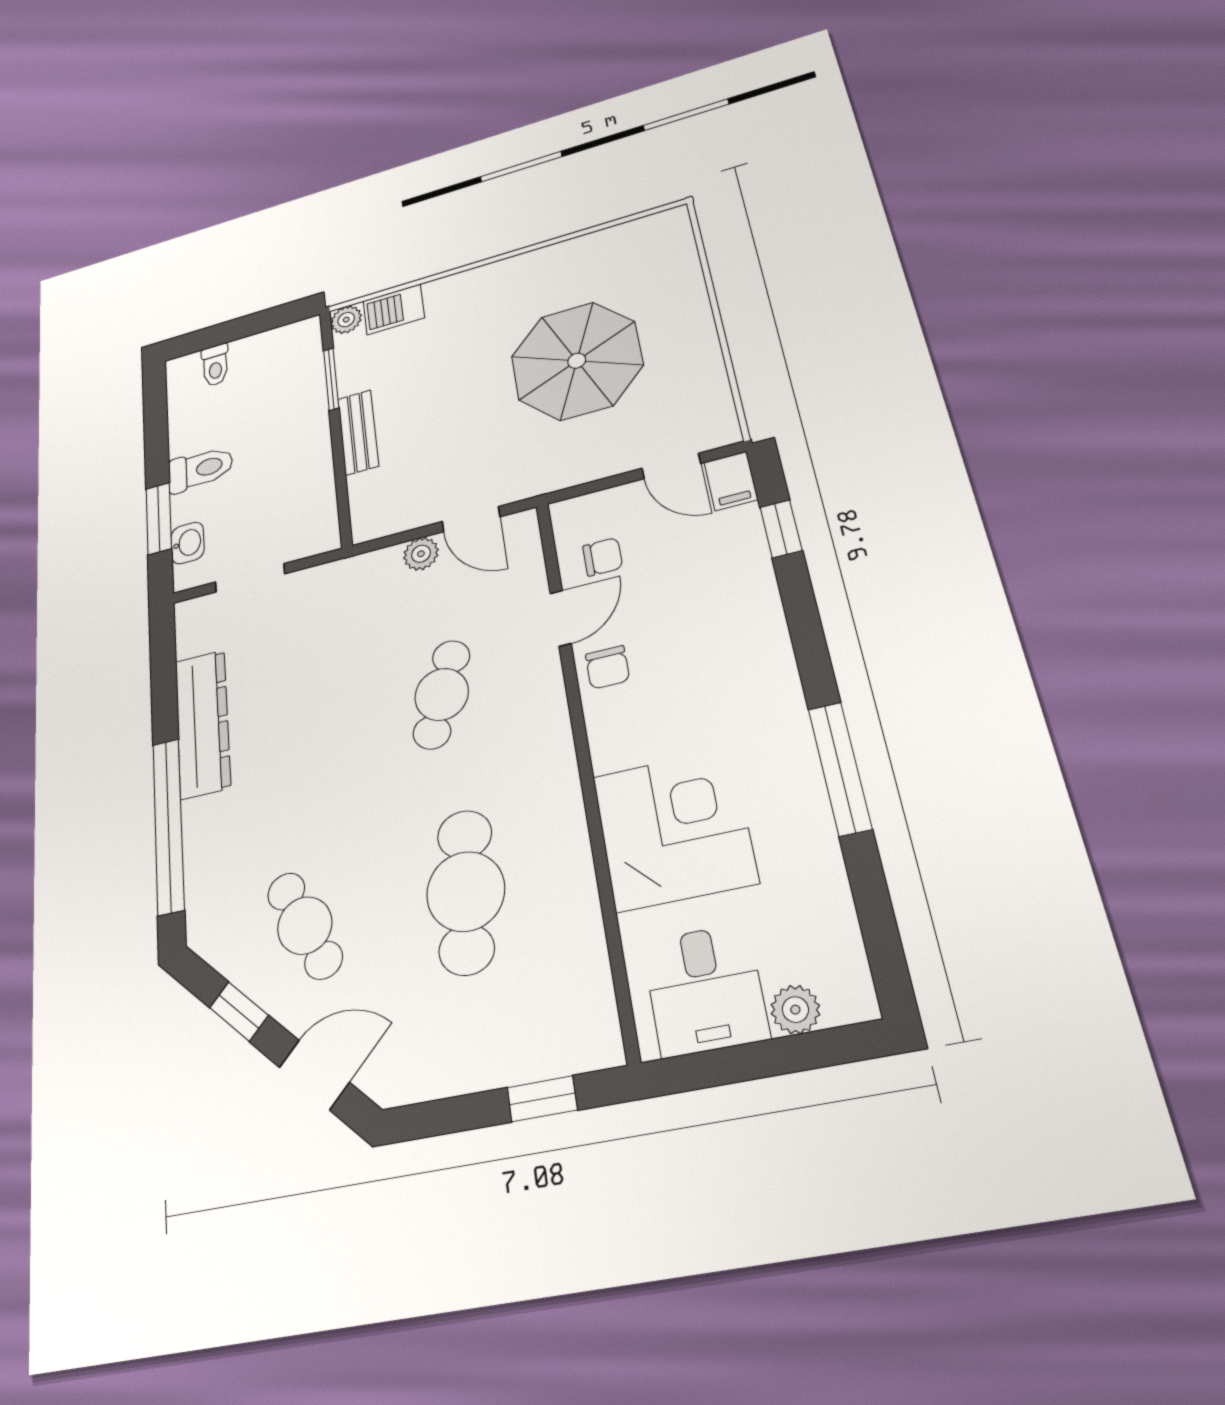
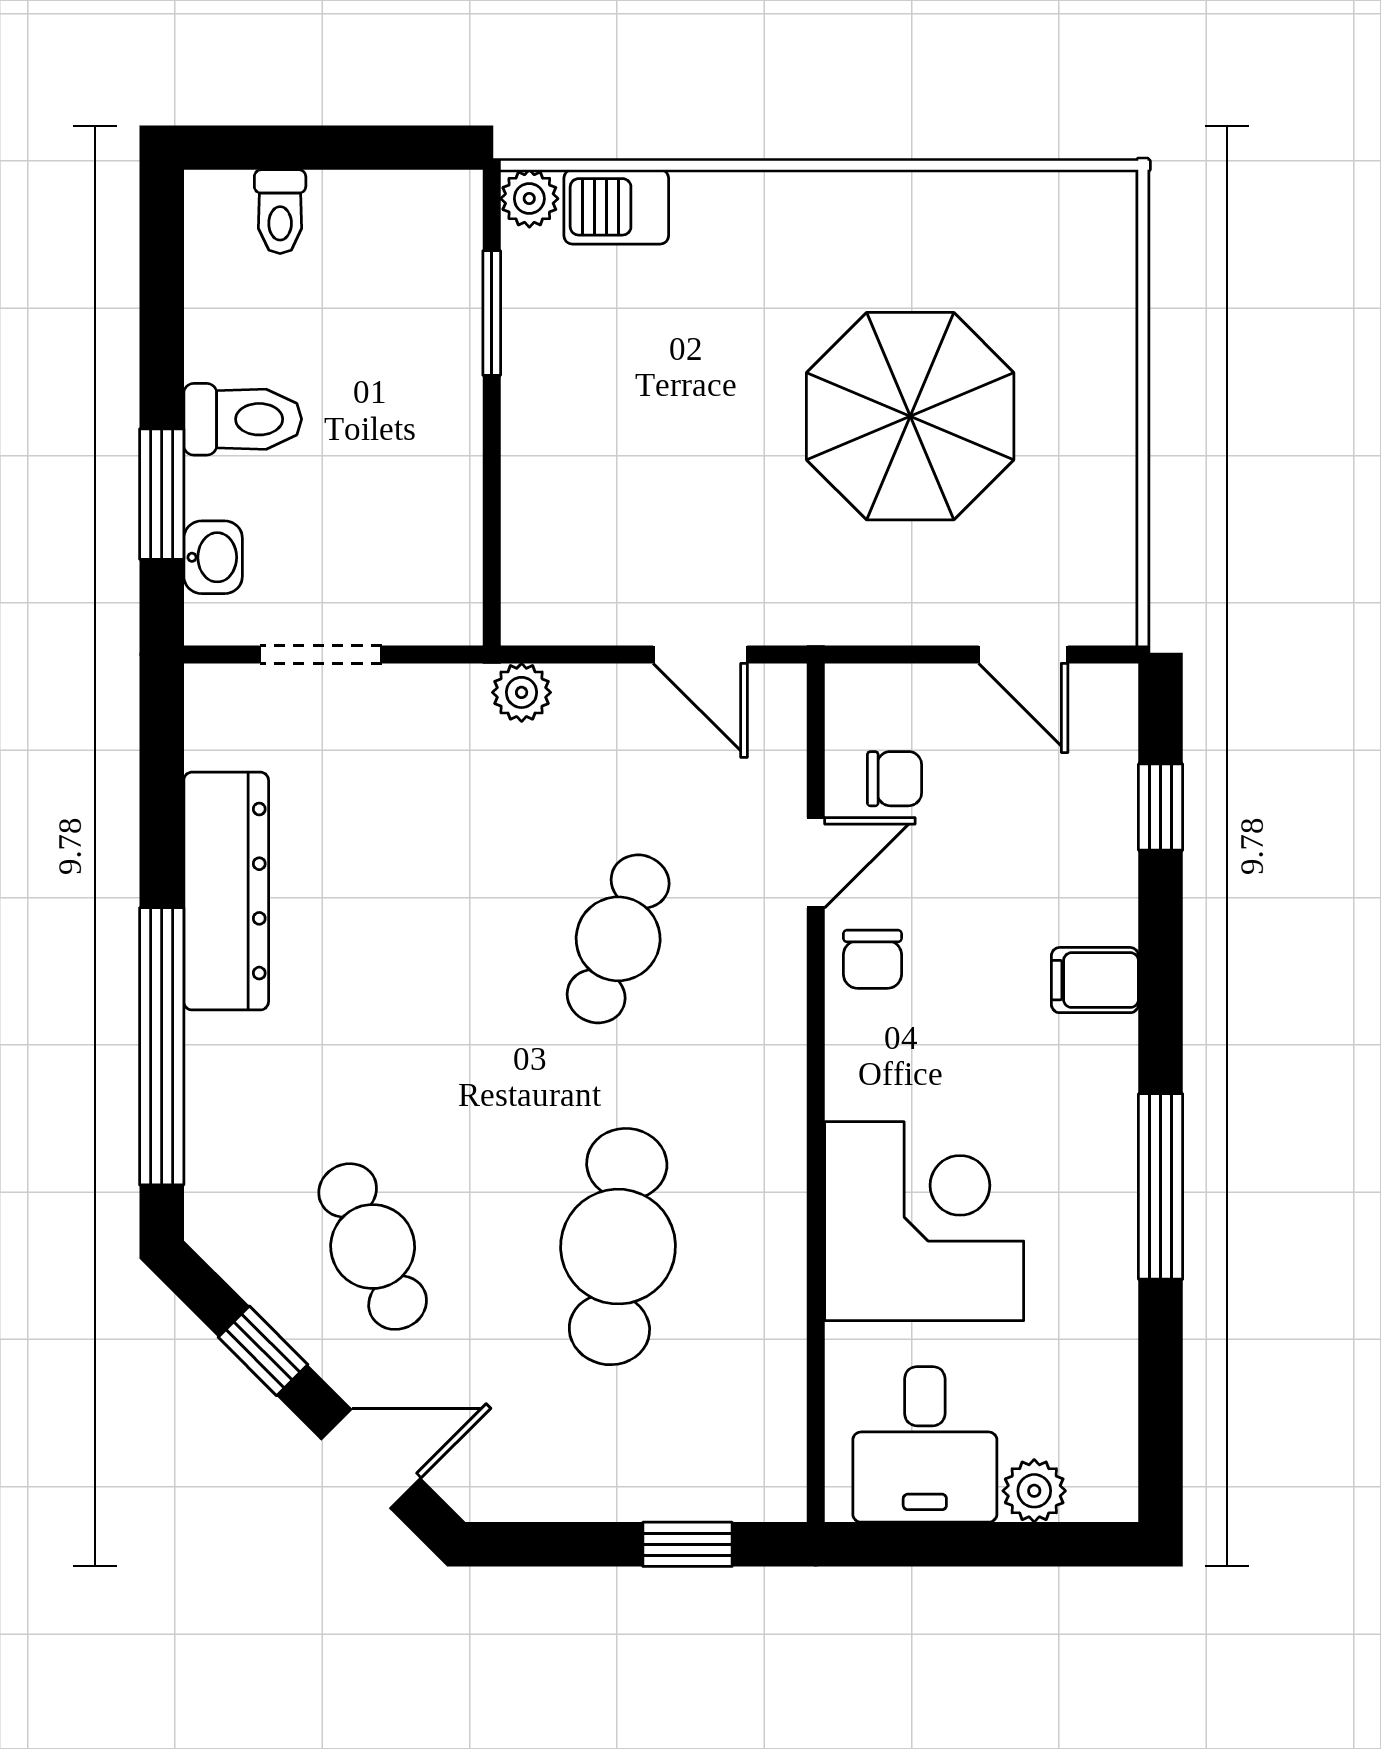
bench: (358, 432) -> (530, 435), removed
filing cabinet: (731, 481) -> (1095, 980), moved, turned 90
plant: (421, 554) -> (522, 692), moved

